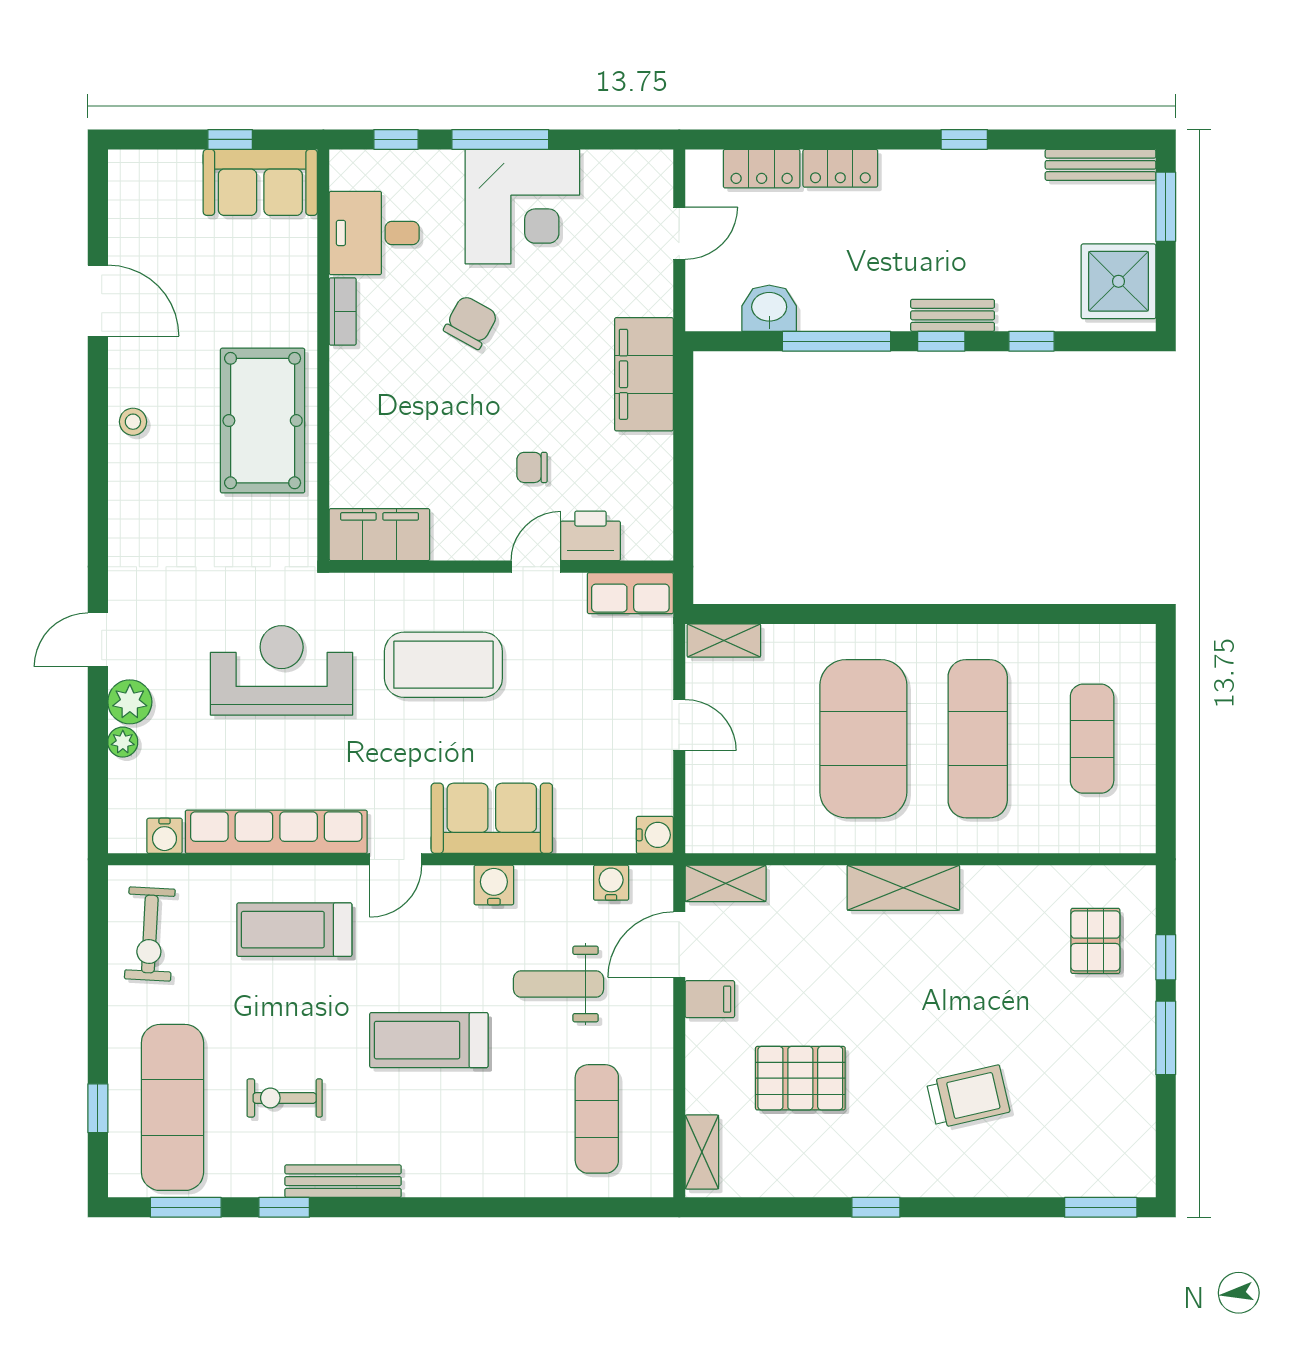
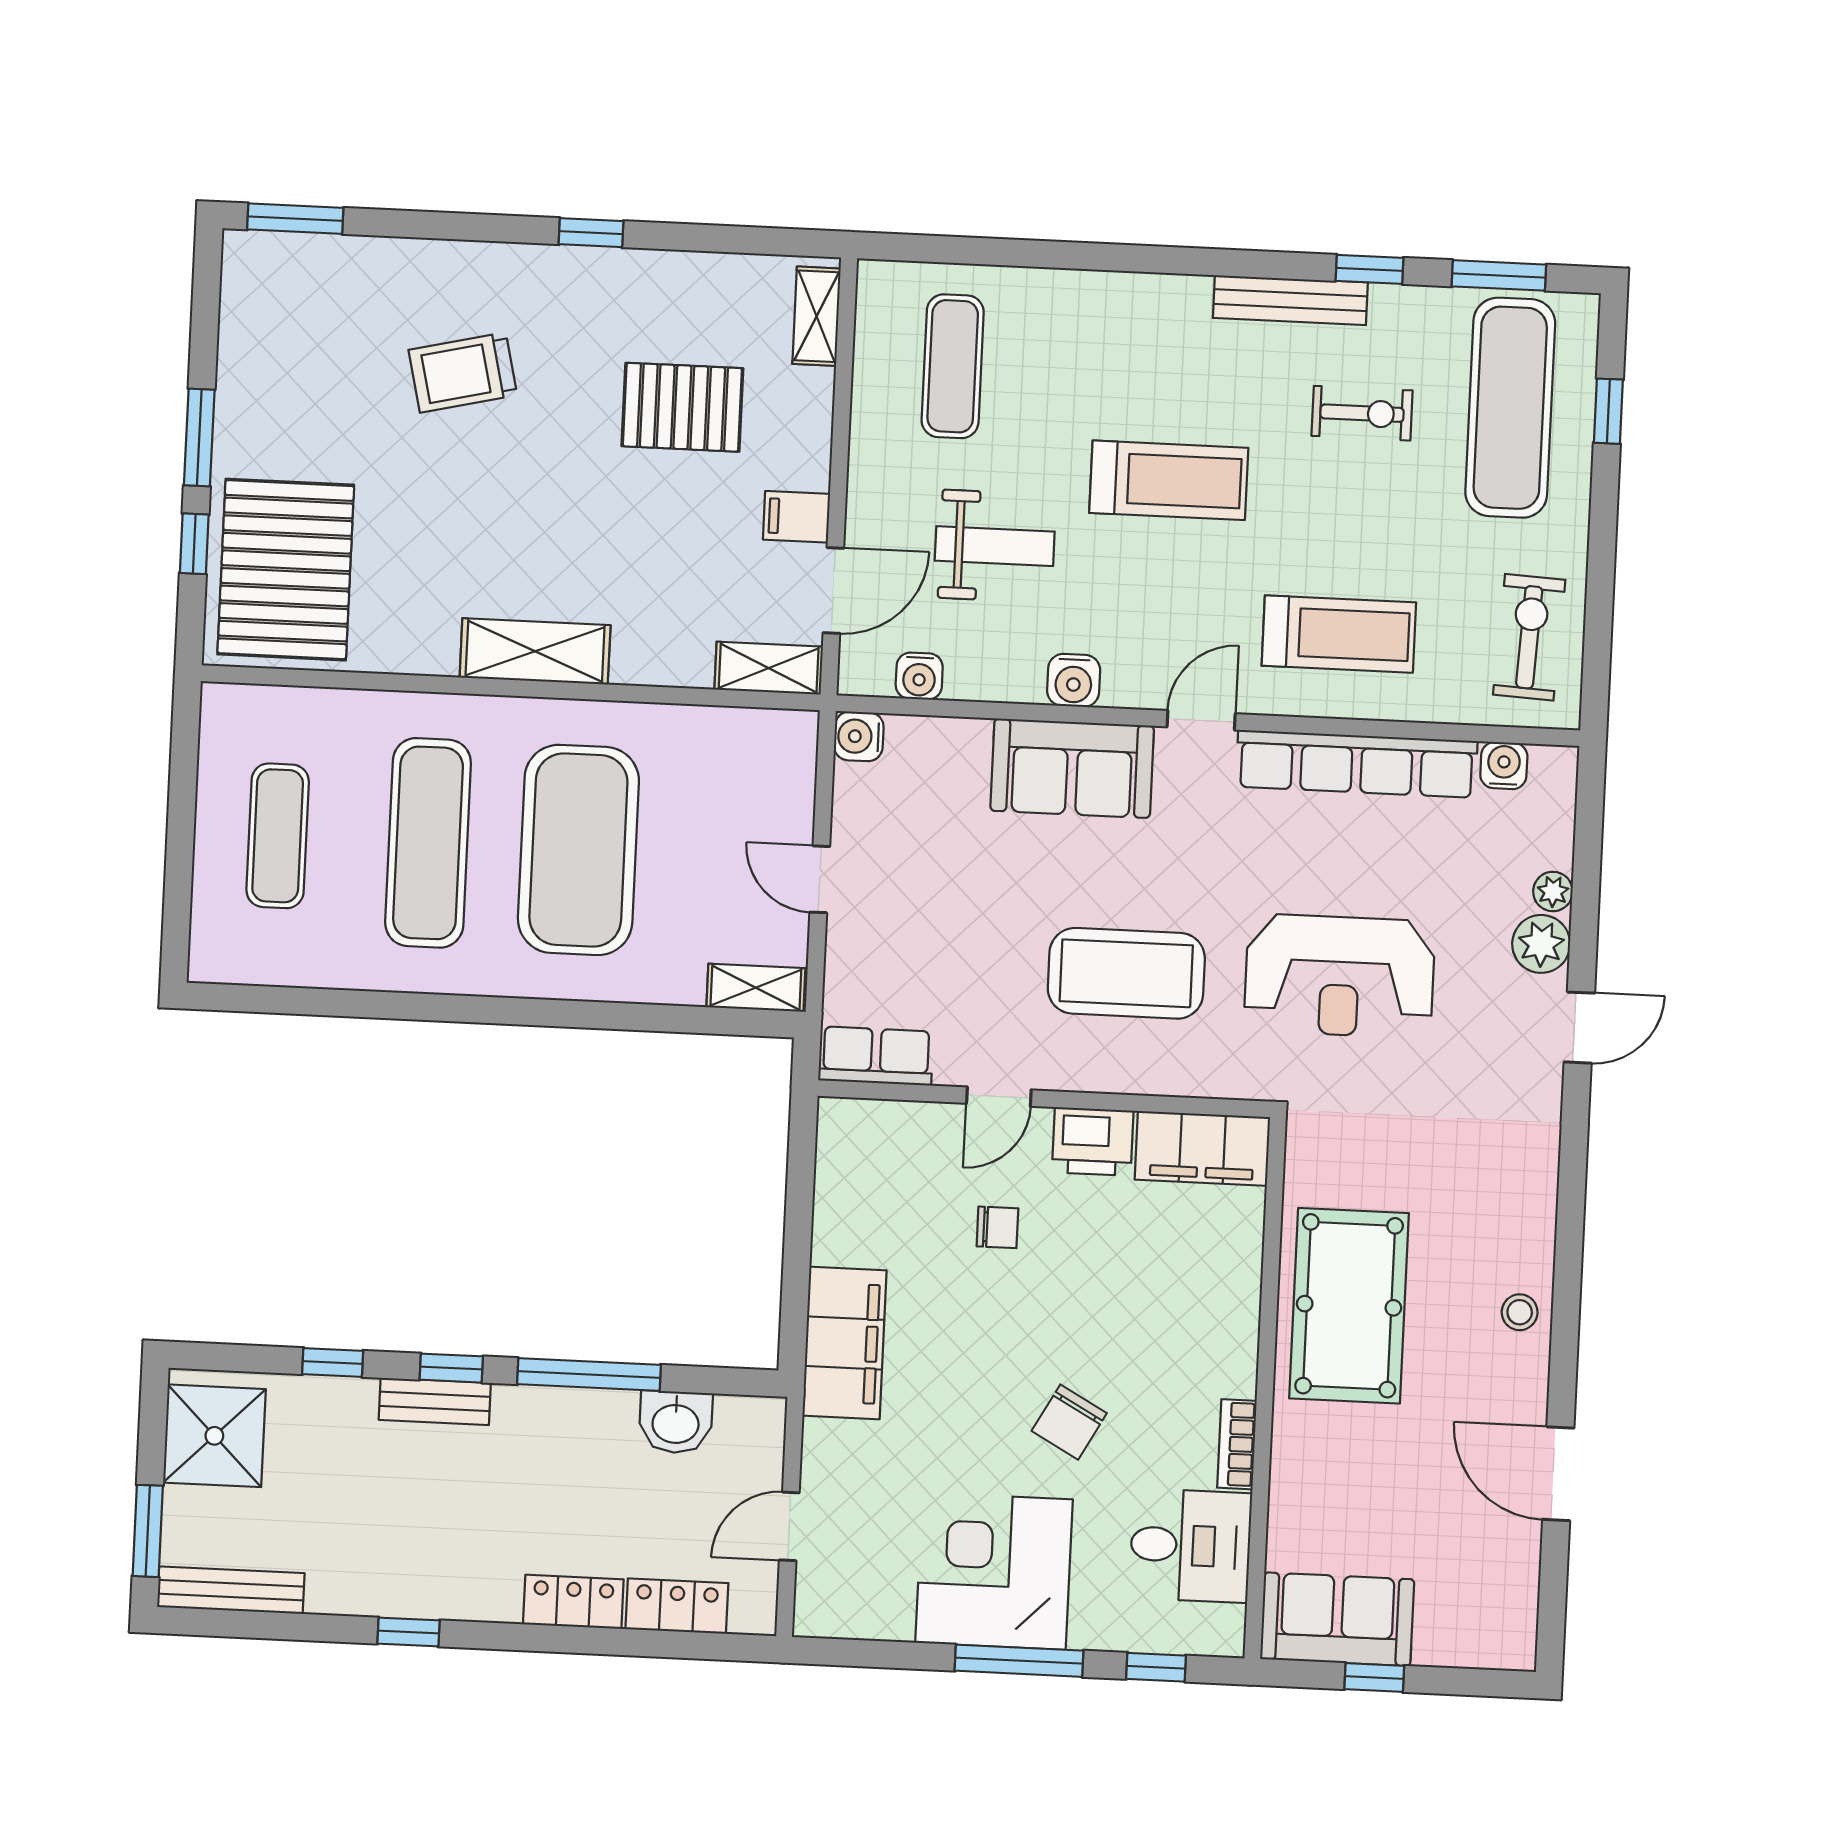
printer: (590, 536) -> (1093, 1142), moved
pallet: (1095, 941) -> (286, 570), width x2.05, depth x2.00

